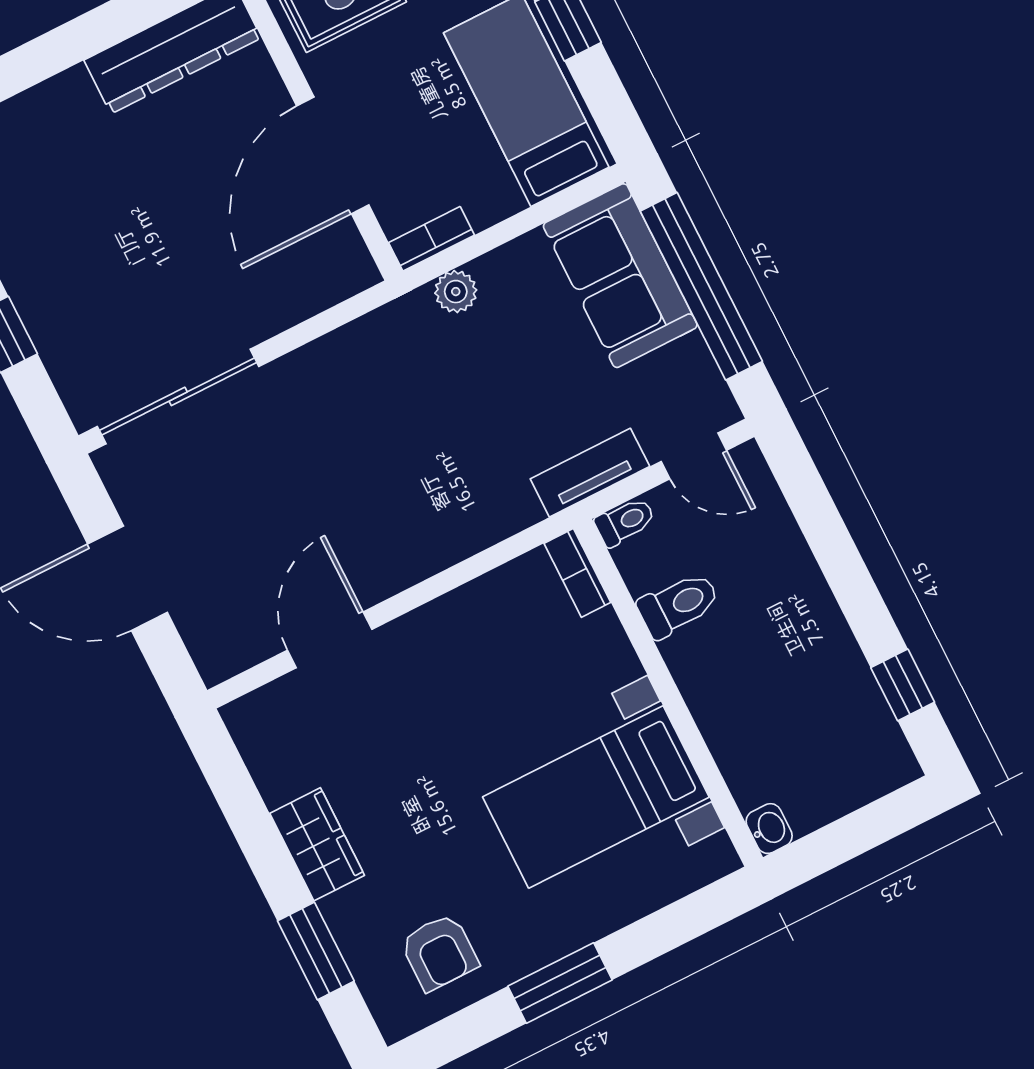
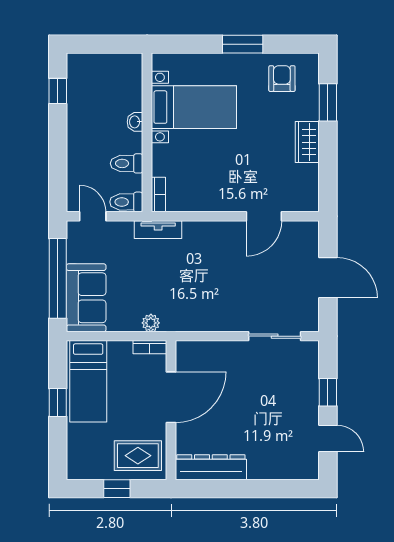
sliding door: (178, 396) -> (275, 336), width x0.73
tv unit: (590, 473) -> (158, 230), moved
toilet: (625, 522) -> (126, 202), width x1.37, depth x1.39
washbasin: (769, 829) -> (135, 122), moved

